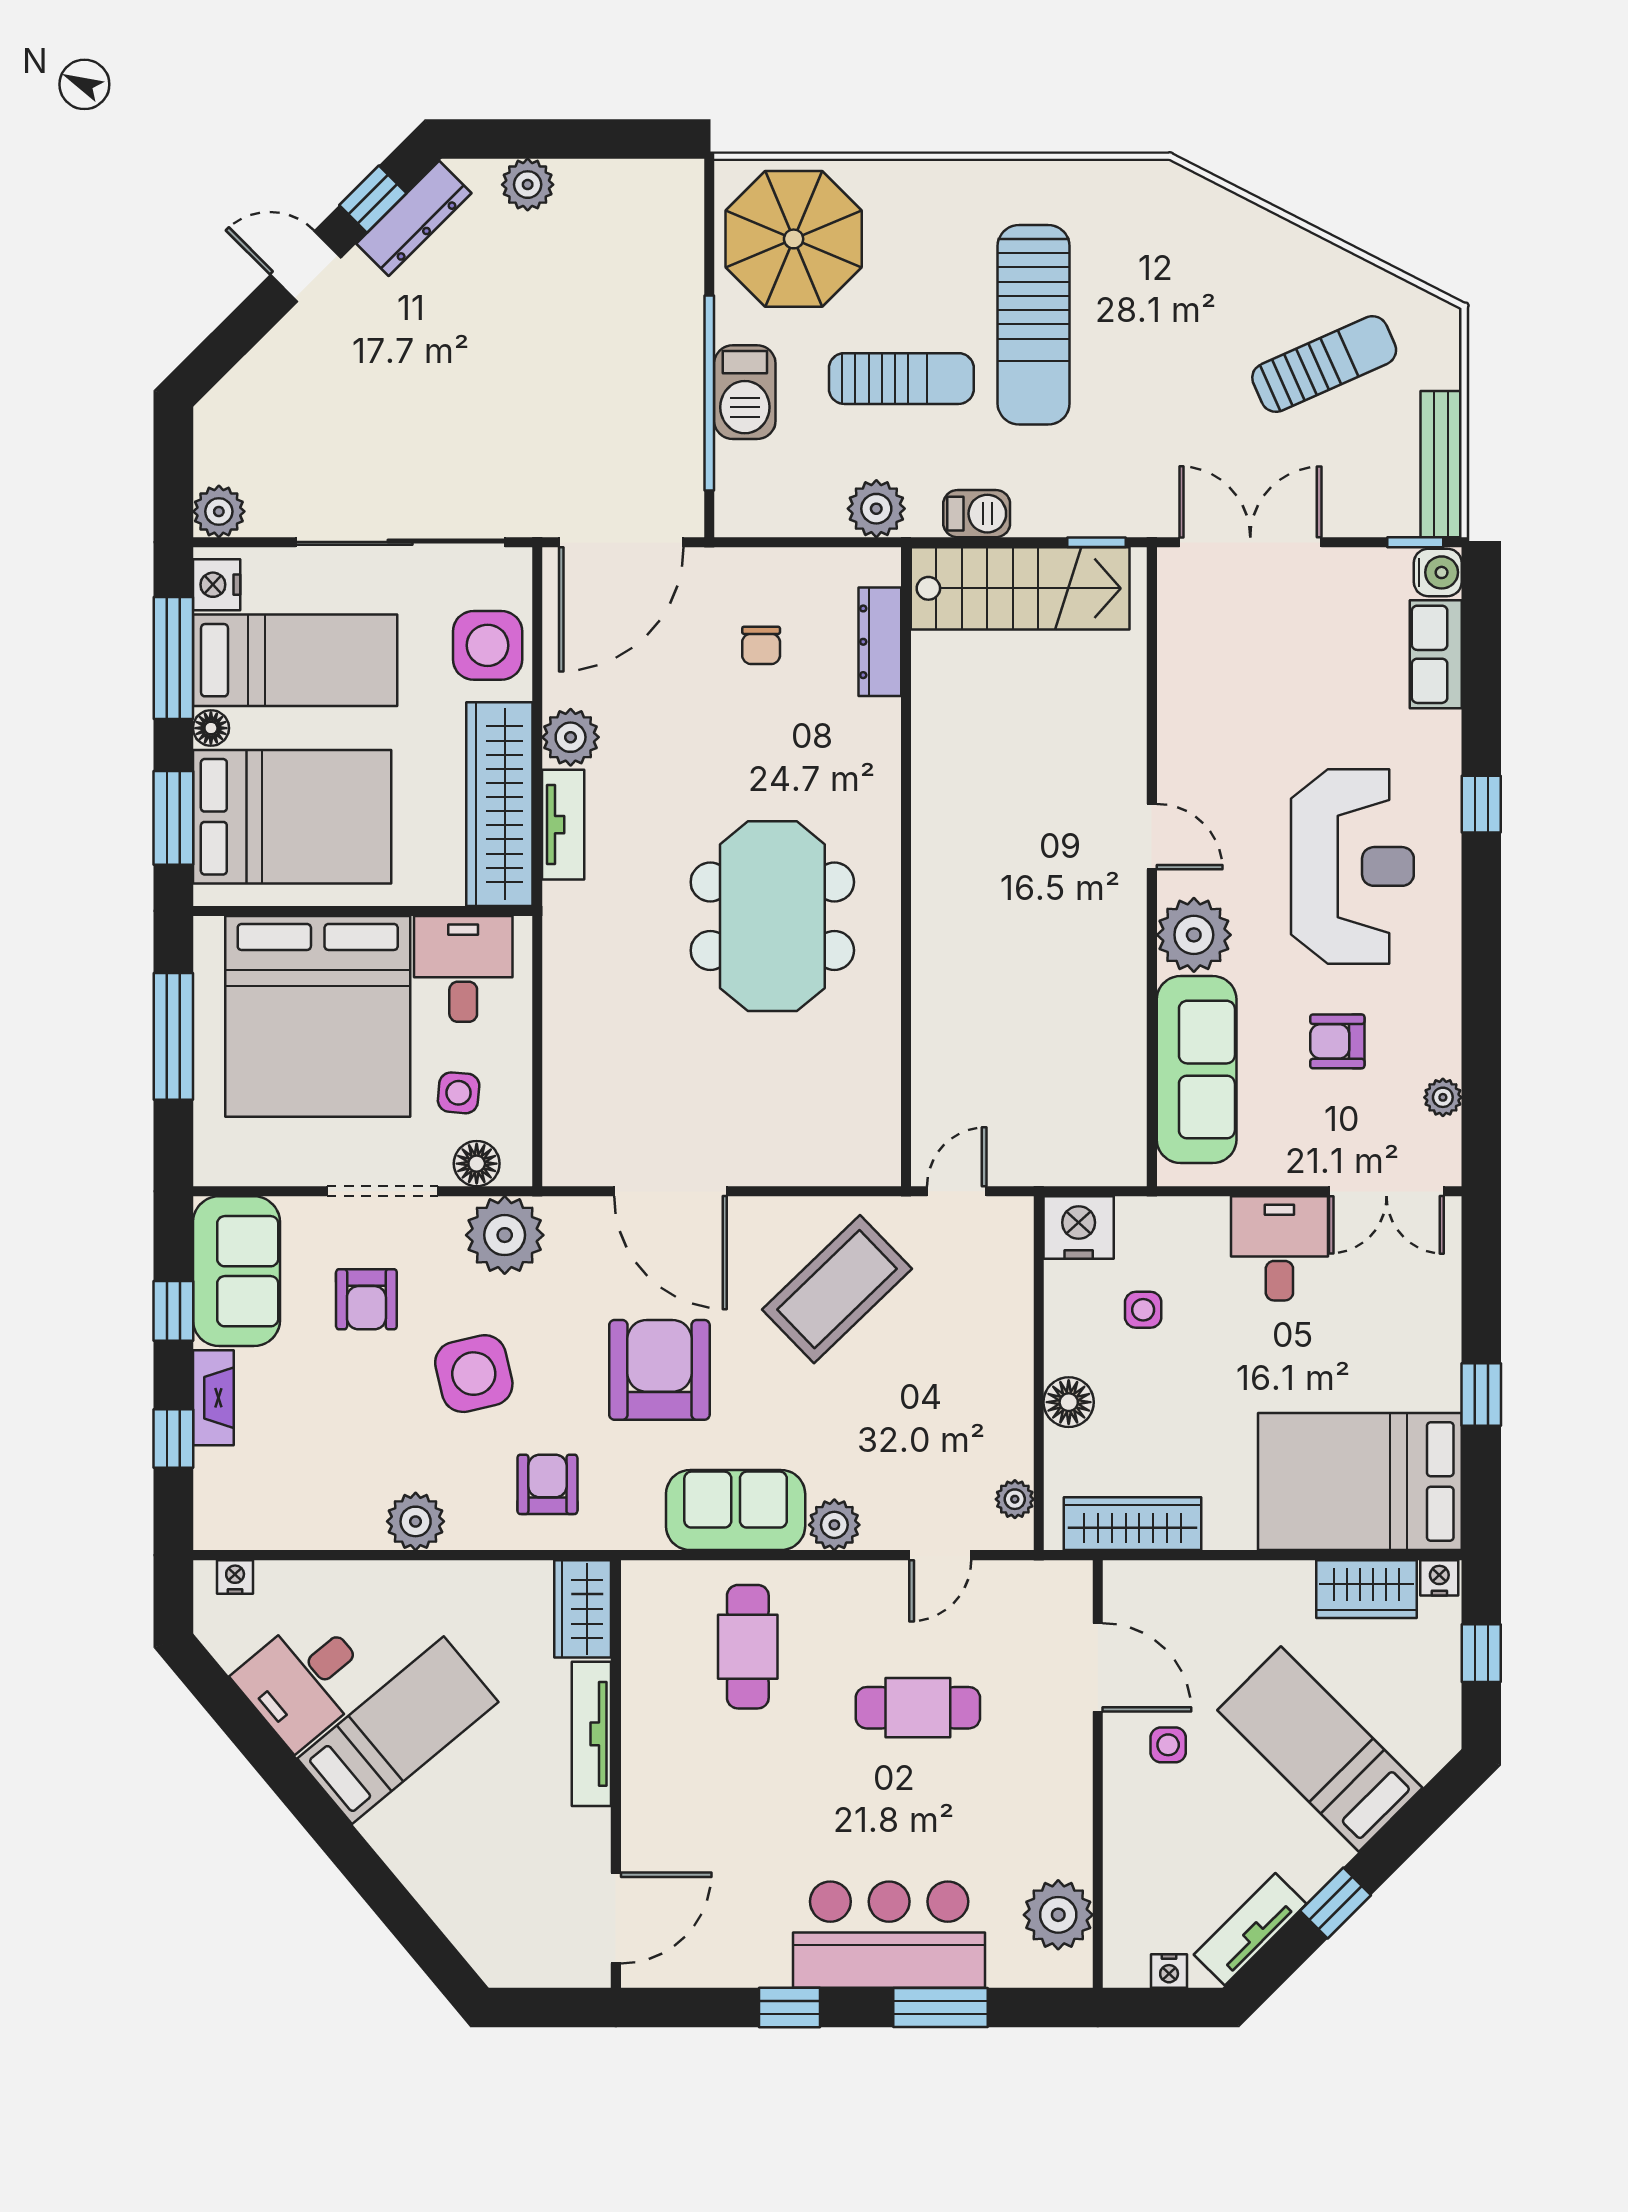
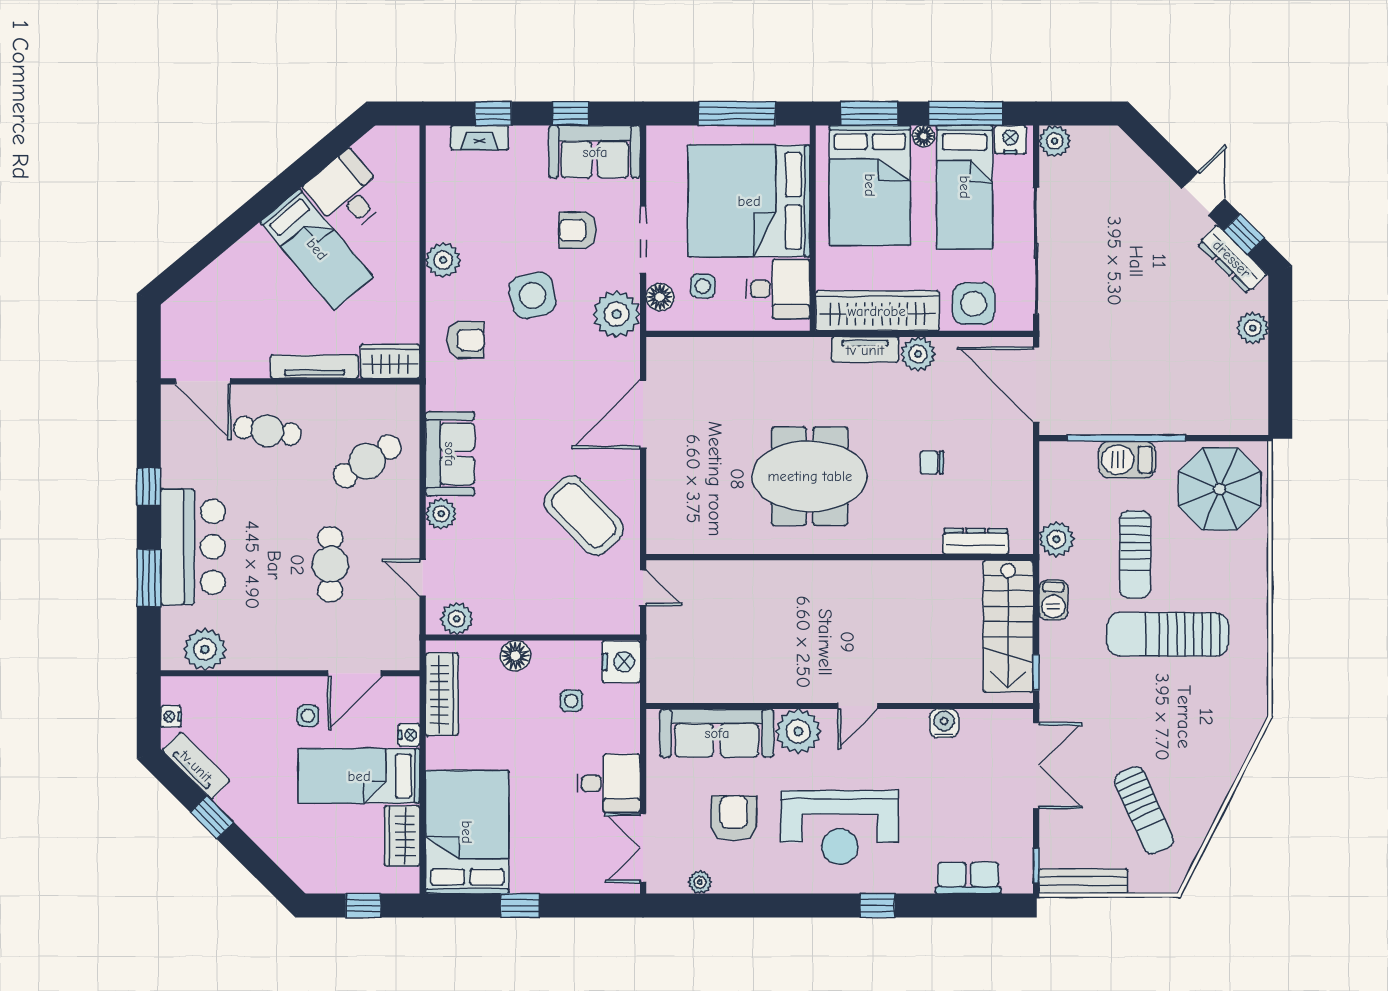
water cooler: (1438, 572) -> (944, 723), moved, turned 180
chair: (761, 645) -> (932, 462), moved
armchair: (1337, 1041) -> (734, 818), width x1.38, depth x1.38
armchair: (659, 1370) -> (535, 408), removed
fireplace: (213, 1398) -> (480, 138), moved
plant: (1015, 1499) -> (457, 619), width x1.38, depth x1.38
nightstand: (235, 1577) -> (409, 151), removed
nightstand: (1439, 1578) -> (409, 735), moved
cafe table: (748, 1647) -> (367, 461), turned -33
bed: (1320, 1749) -> (359, 776), moved, turned -135
cafe table: (697, 1812) -> (267, 431), added

